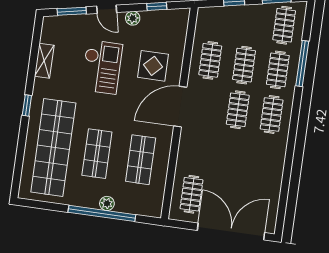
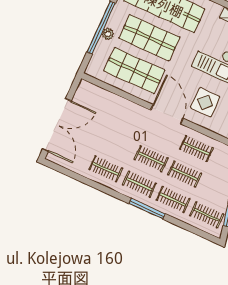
window: (302, 64) -> (147, 209), moved
shop shelf: (97, 154) -> (149, 38), width x1.43, depth x1.36
shop shelf: (141, 160) -> (134, 71), width x1.43, depth x1.36
clothes rail: (191, 194) -> (106, 169), moved

